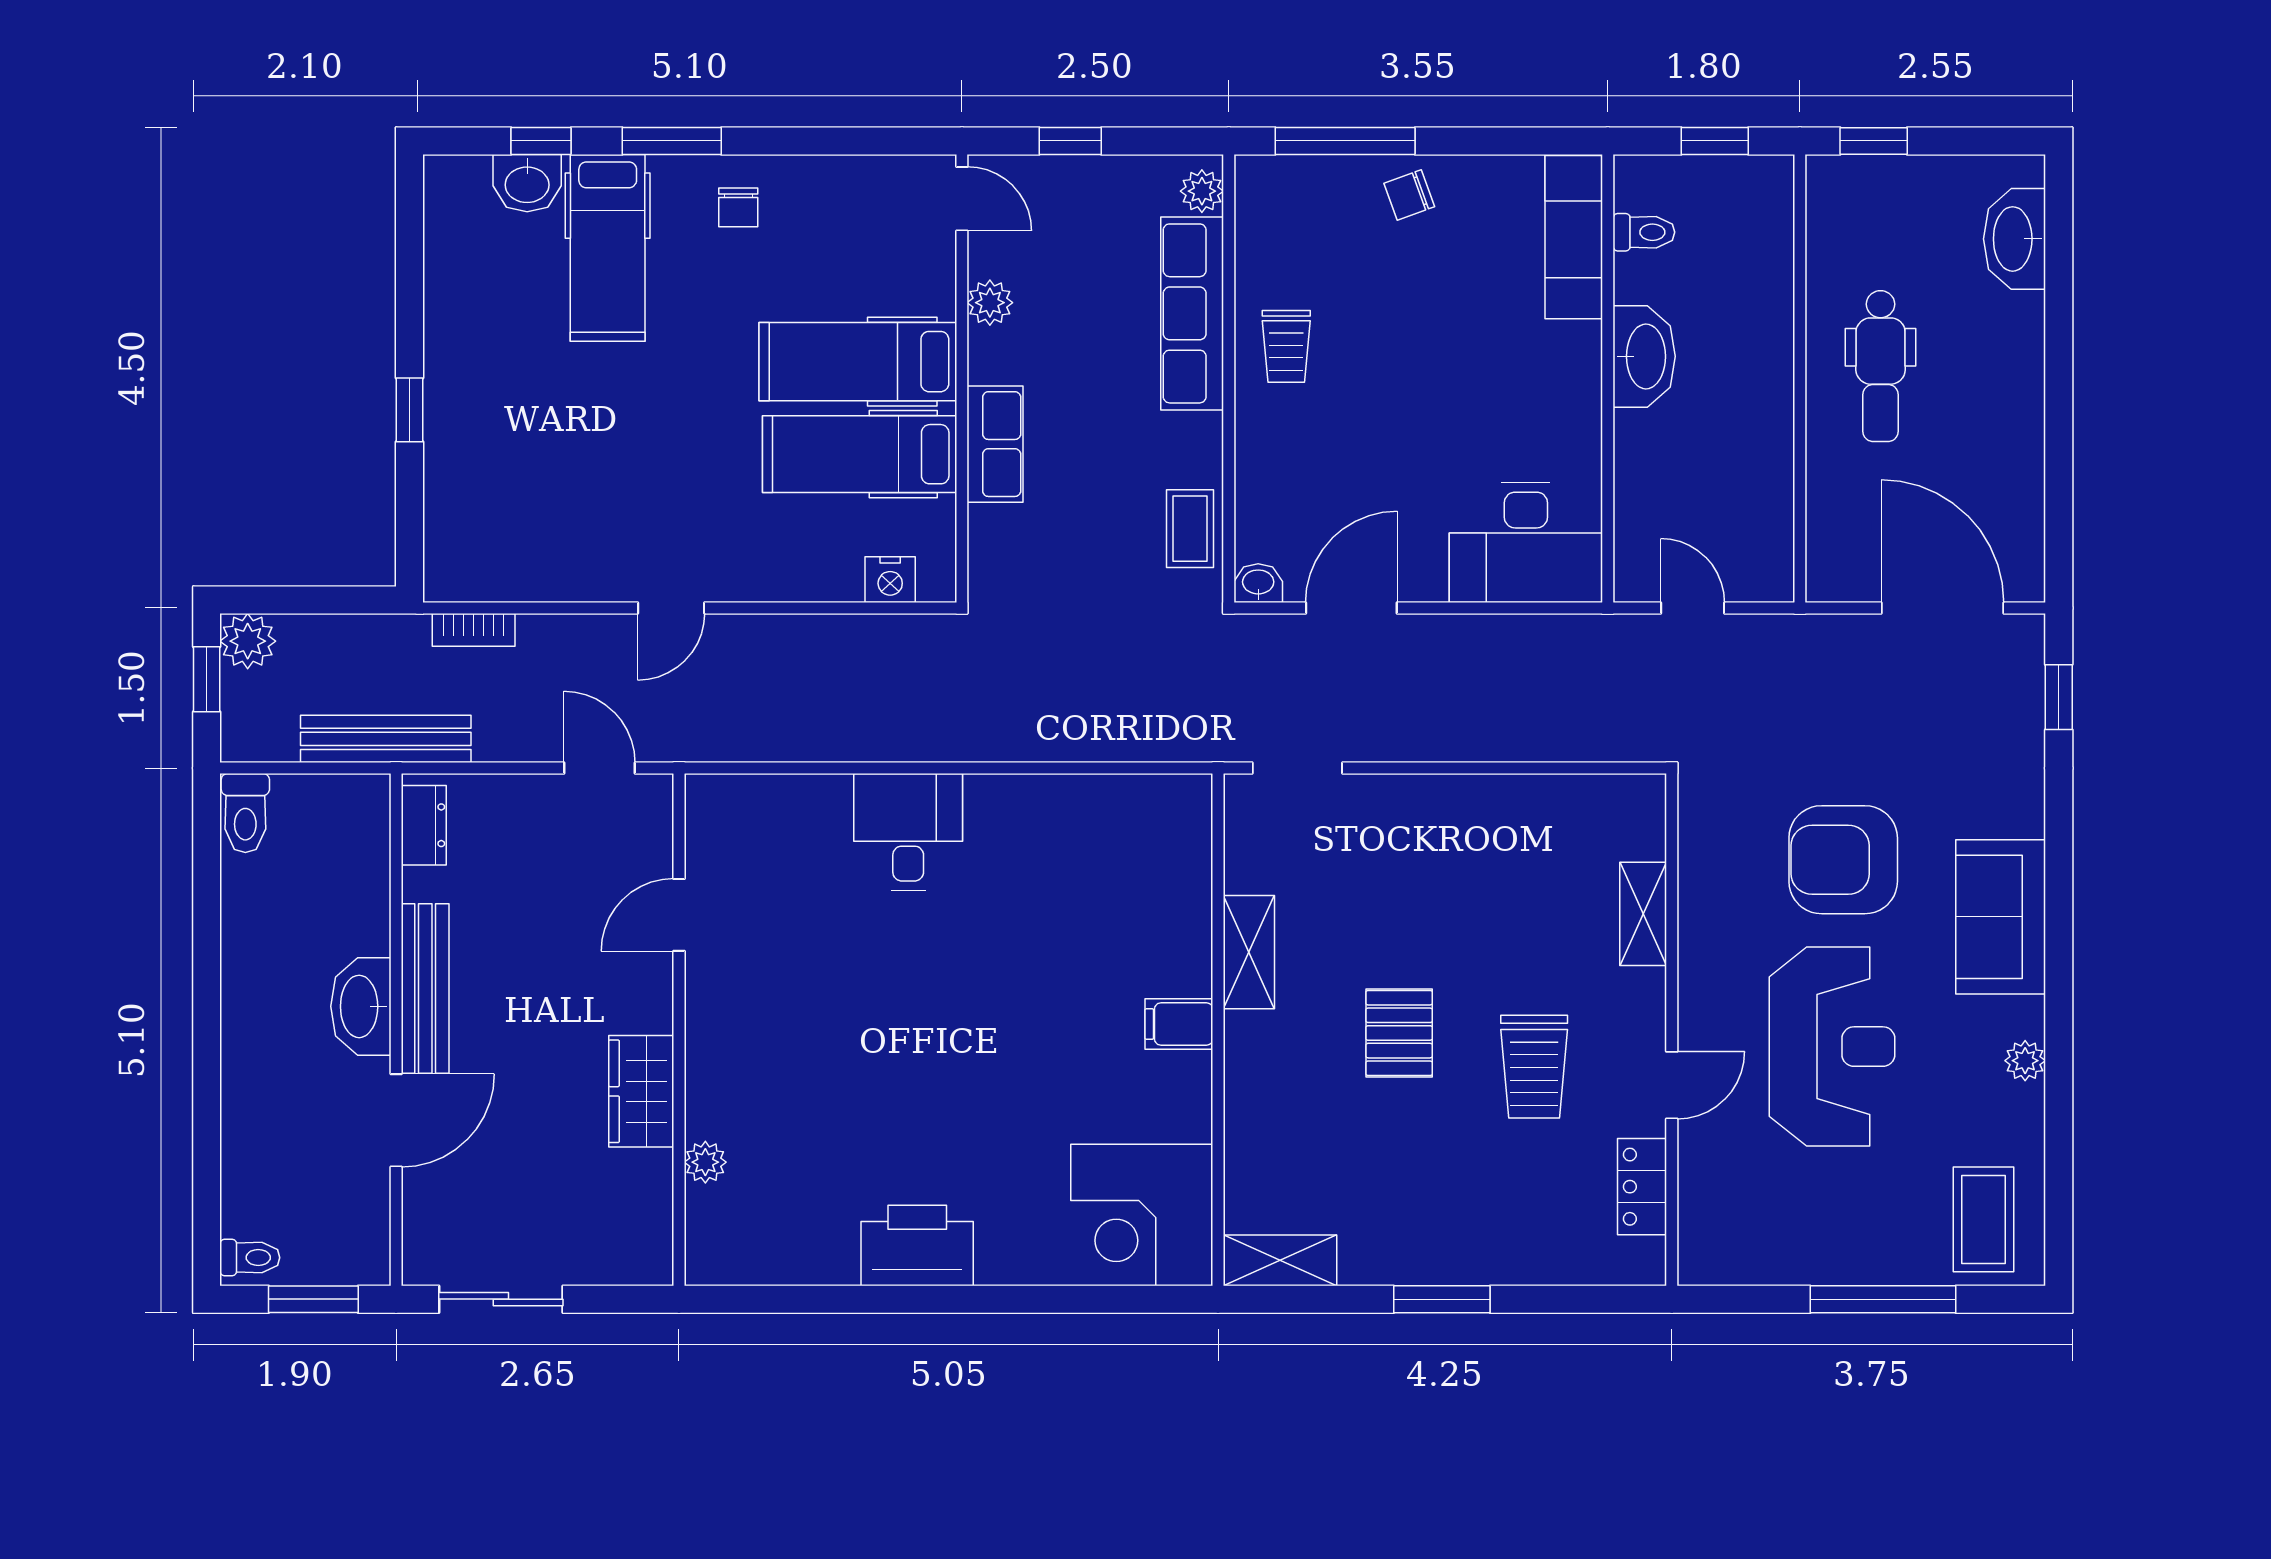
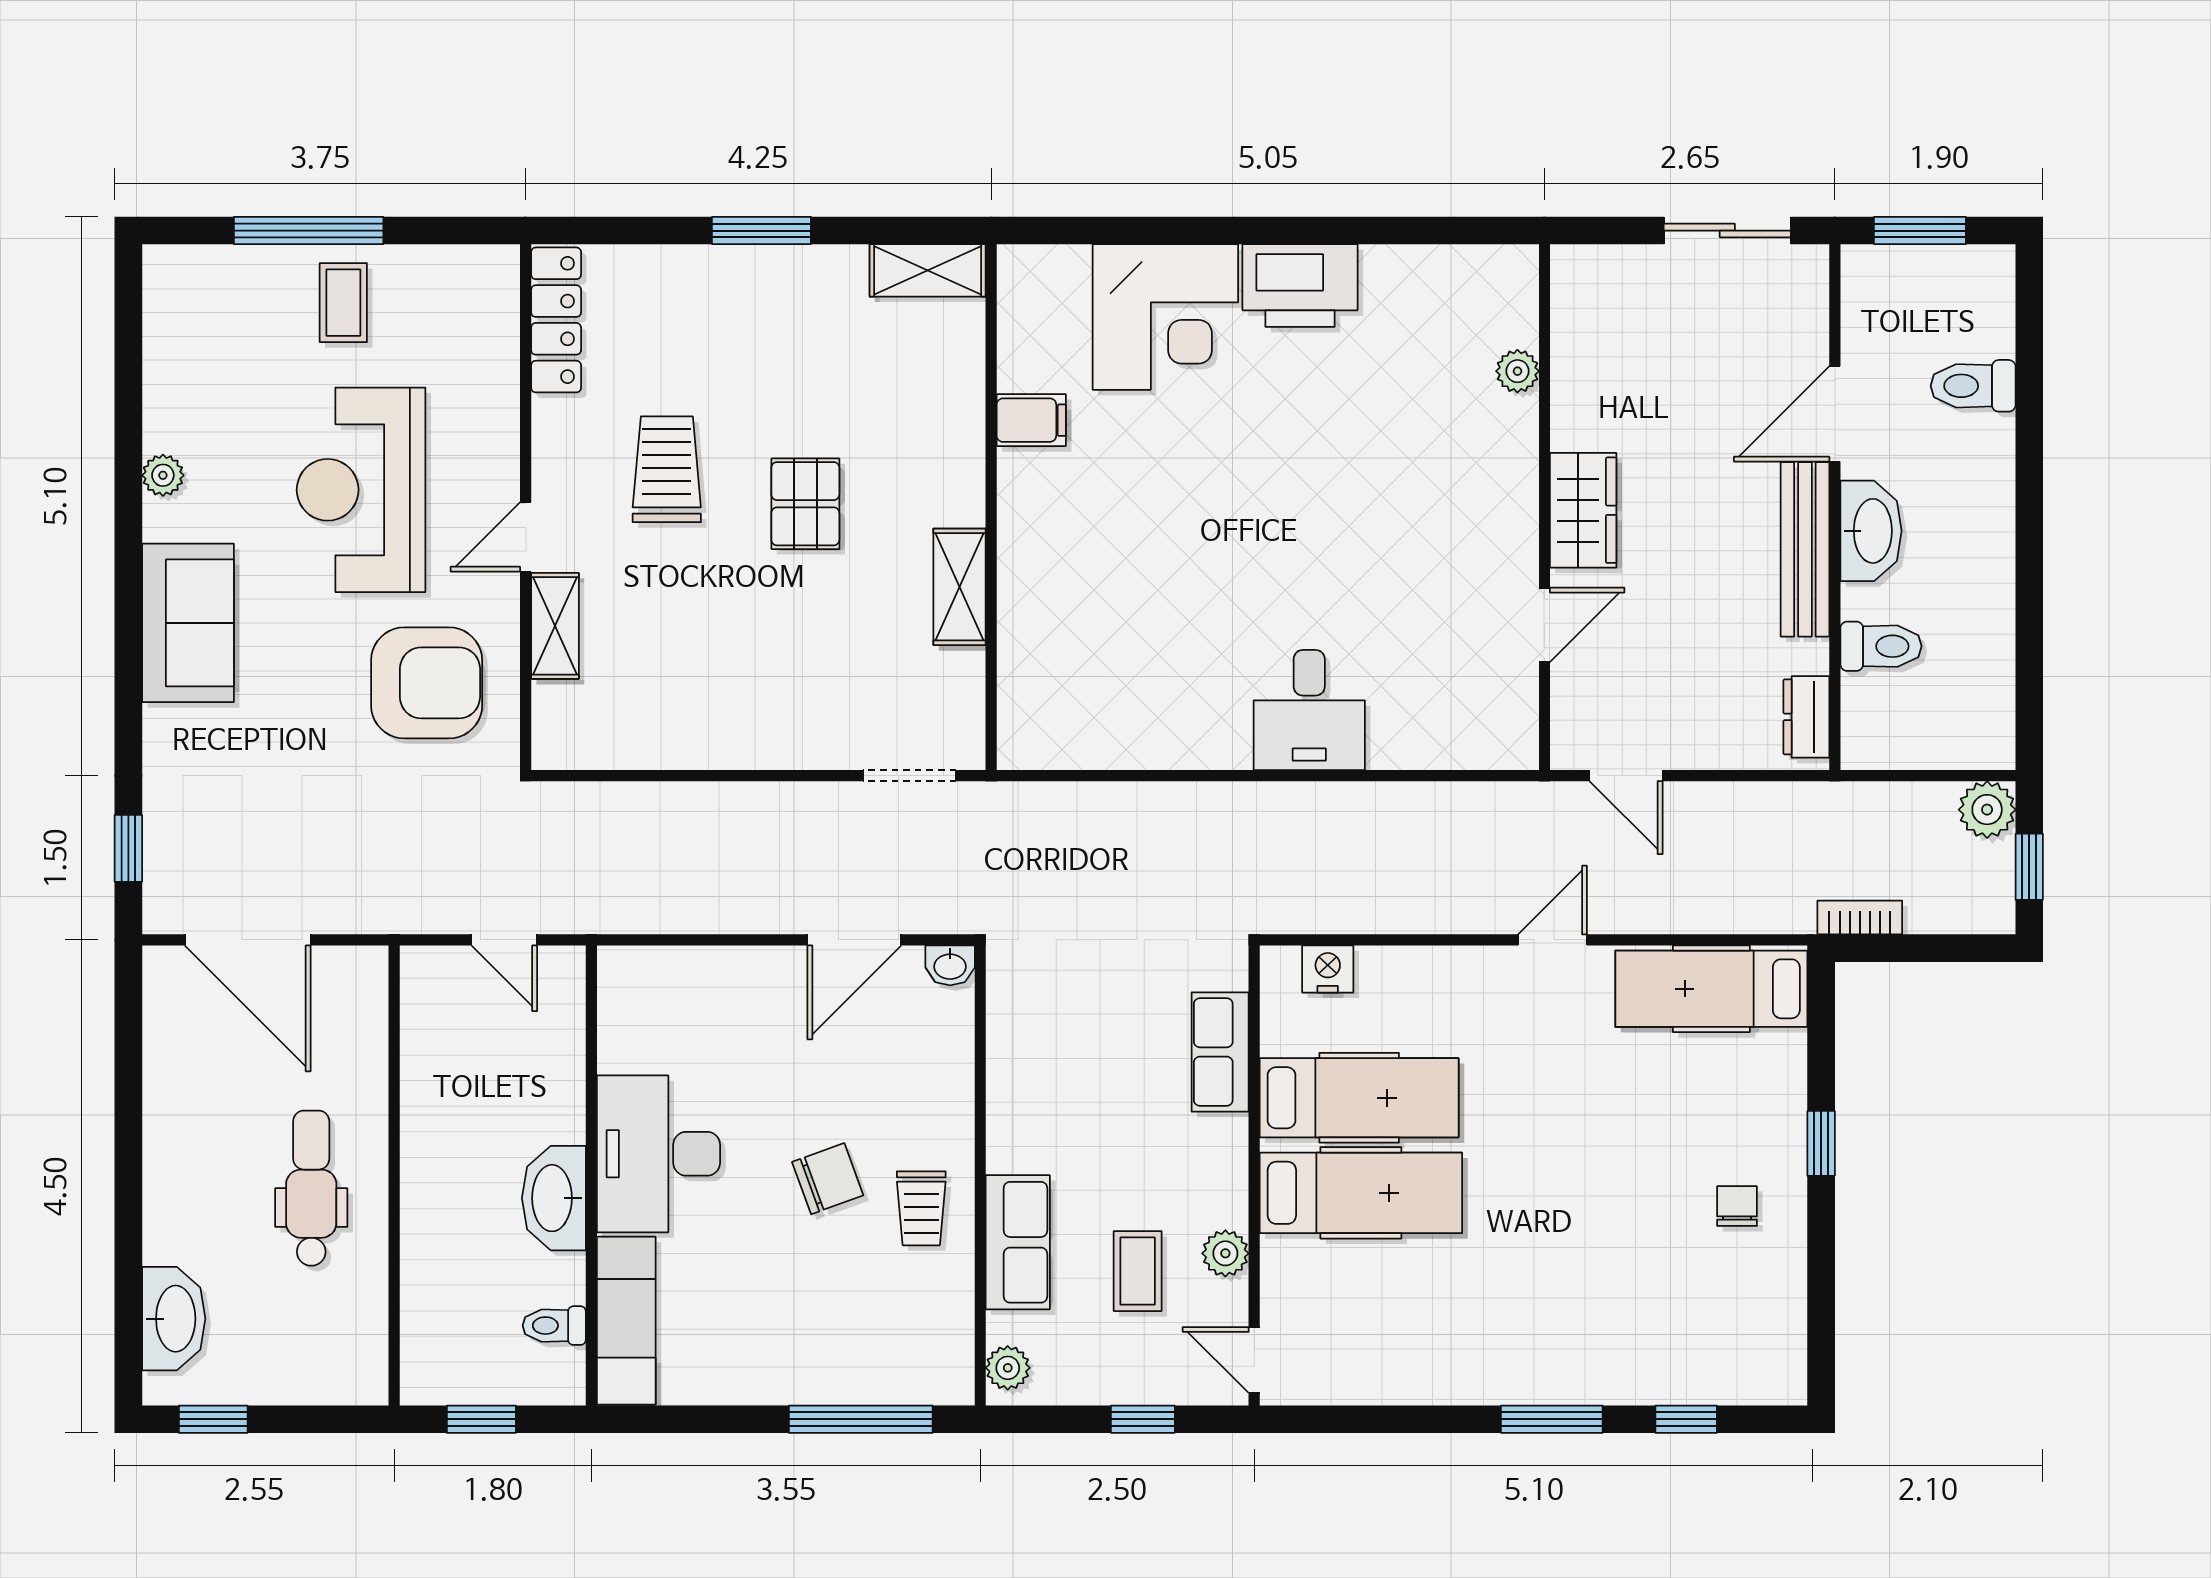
window: (1874, 141) -> (213, 1419), moved
washbasin: (527, 183) -> (1700, 1376), removed
chair: (1409, 195) -> (828, 1179), moved, width x1.37, depth x1.37
chair: (738, 207) -> (1737, 1206), moved
hospital bed: (608, 248) -> (1711, 989), moved, turned -90
row of seats: (1192, 313) -> (1018, 1242), width x0.68
trolley: (1286, 346) -> (921, 1208), turned 180
row of seats: (995, 444) -> (1220, 1052), moved
coffee table: (1190, 529) -> (1138, 1271), moved
desk: (1526, 543) -> (658, 1154), moved, turned -90
bookcase: (474, 630) -> (1860, 918), moved
plant: (248, 641) -> (1987, 810), moved
bench: (386, 739) -> (1845, 806), removed
toilet: (245, 813) -> (1881, 646), moved, turned 90
armchair: (1843, 860) -> (427, 683), moved
filing cabinet: (1179, 1024) -> (1031, 420), moved
door: (1672, 1085) -> (526, 537), moved
wardrobe: (641, 1091) -> (1583, 510), moved
locker: (1642, 1187) -> (556, 320), width x1.53
corner desk: (1142, 1215) -> (1165, 317), moved, turned 90
coffee table: (1984, 1219) -> (343, 303), moved, width x0.73, depth x0.77
toilet: (250, 1258) -> (1973, 386), moved, width x1.37, depth x1.39

